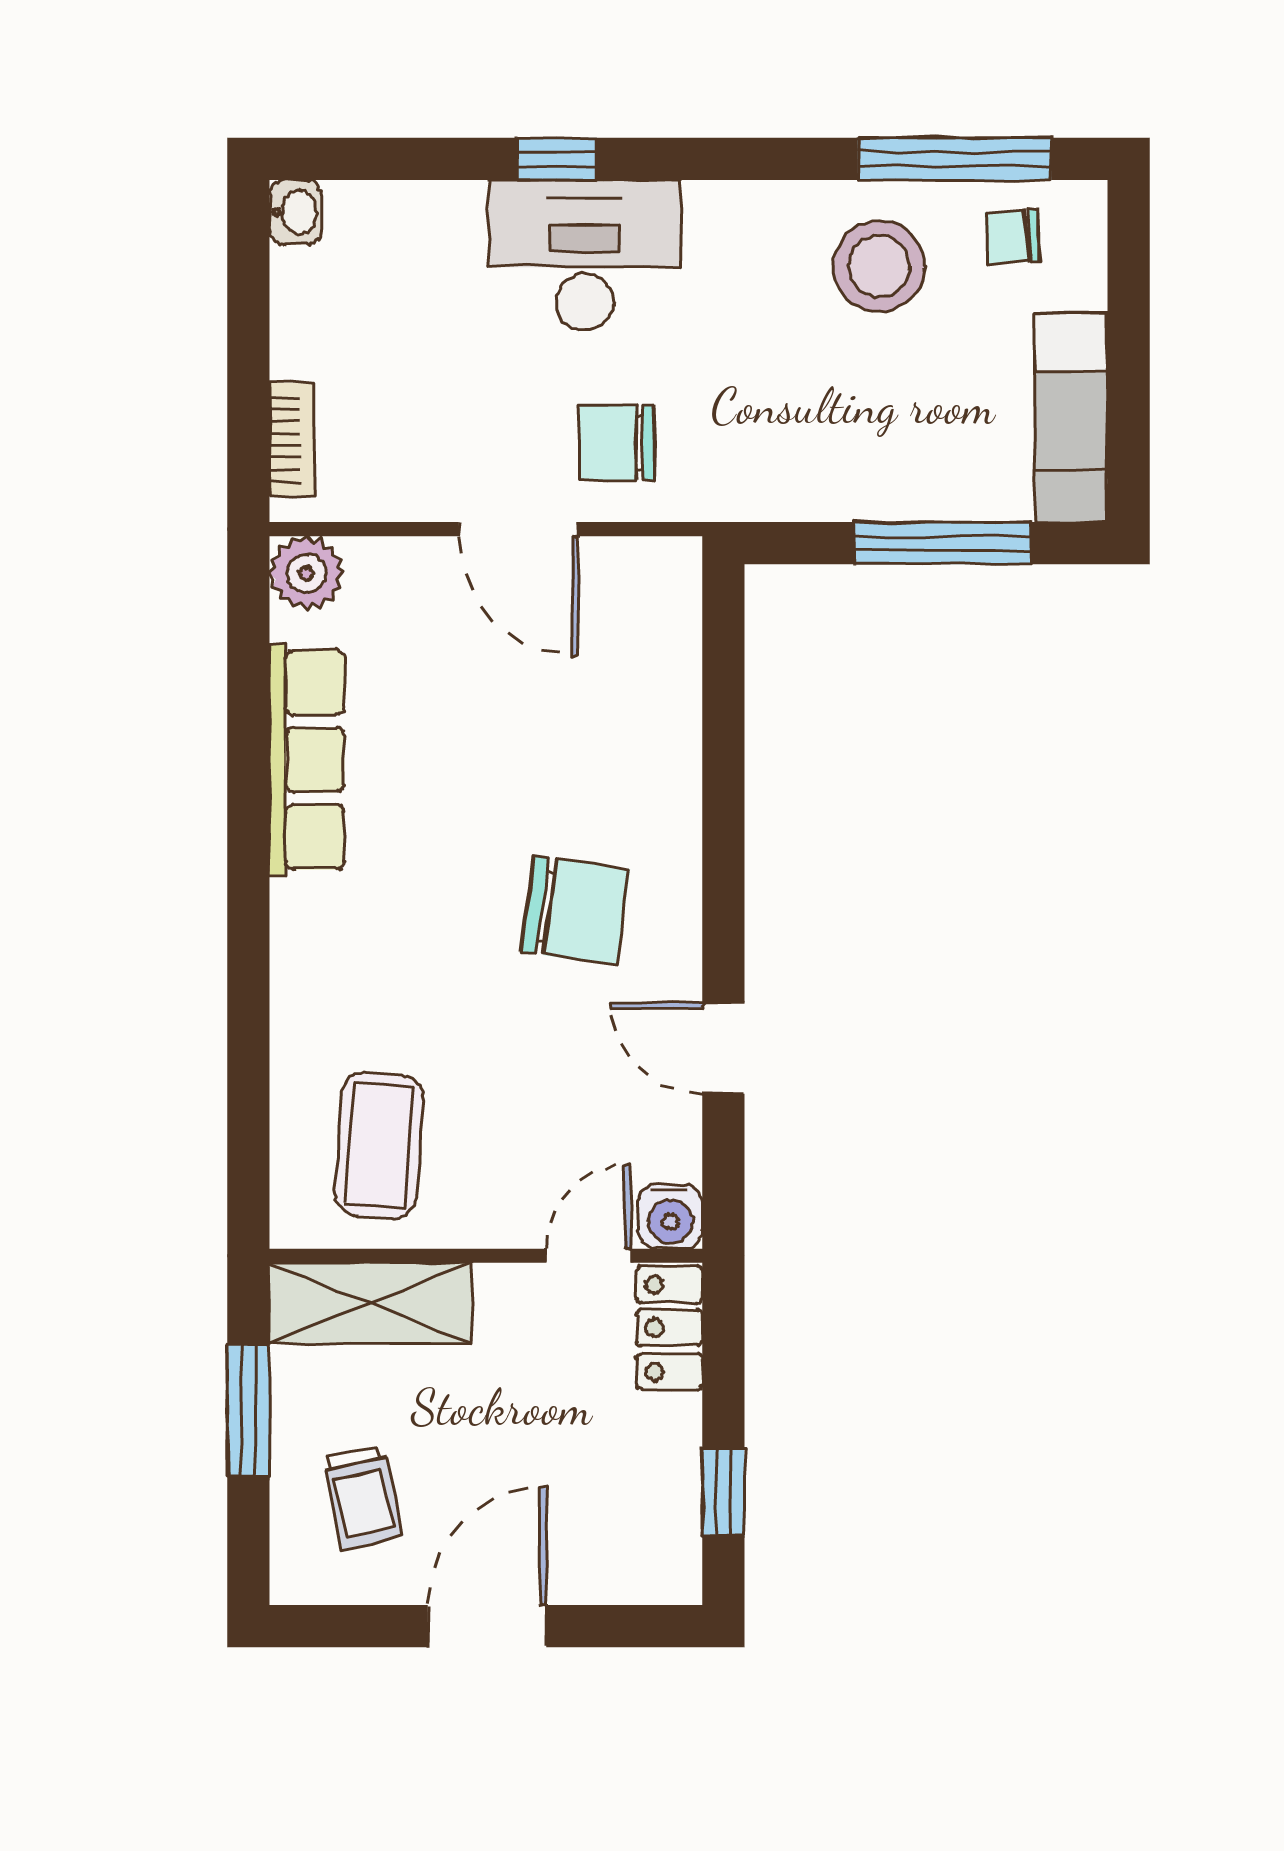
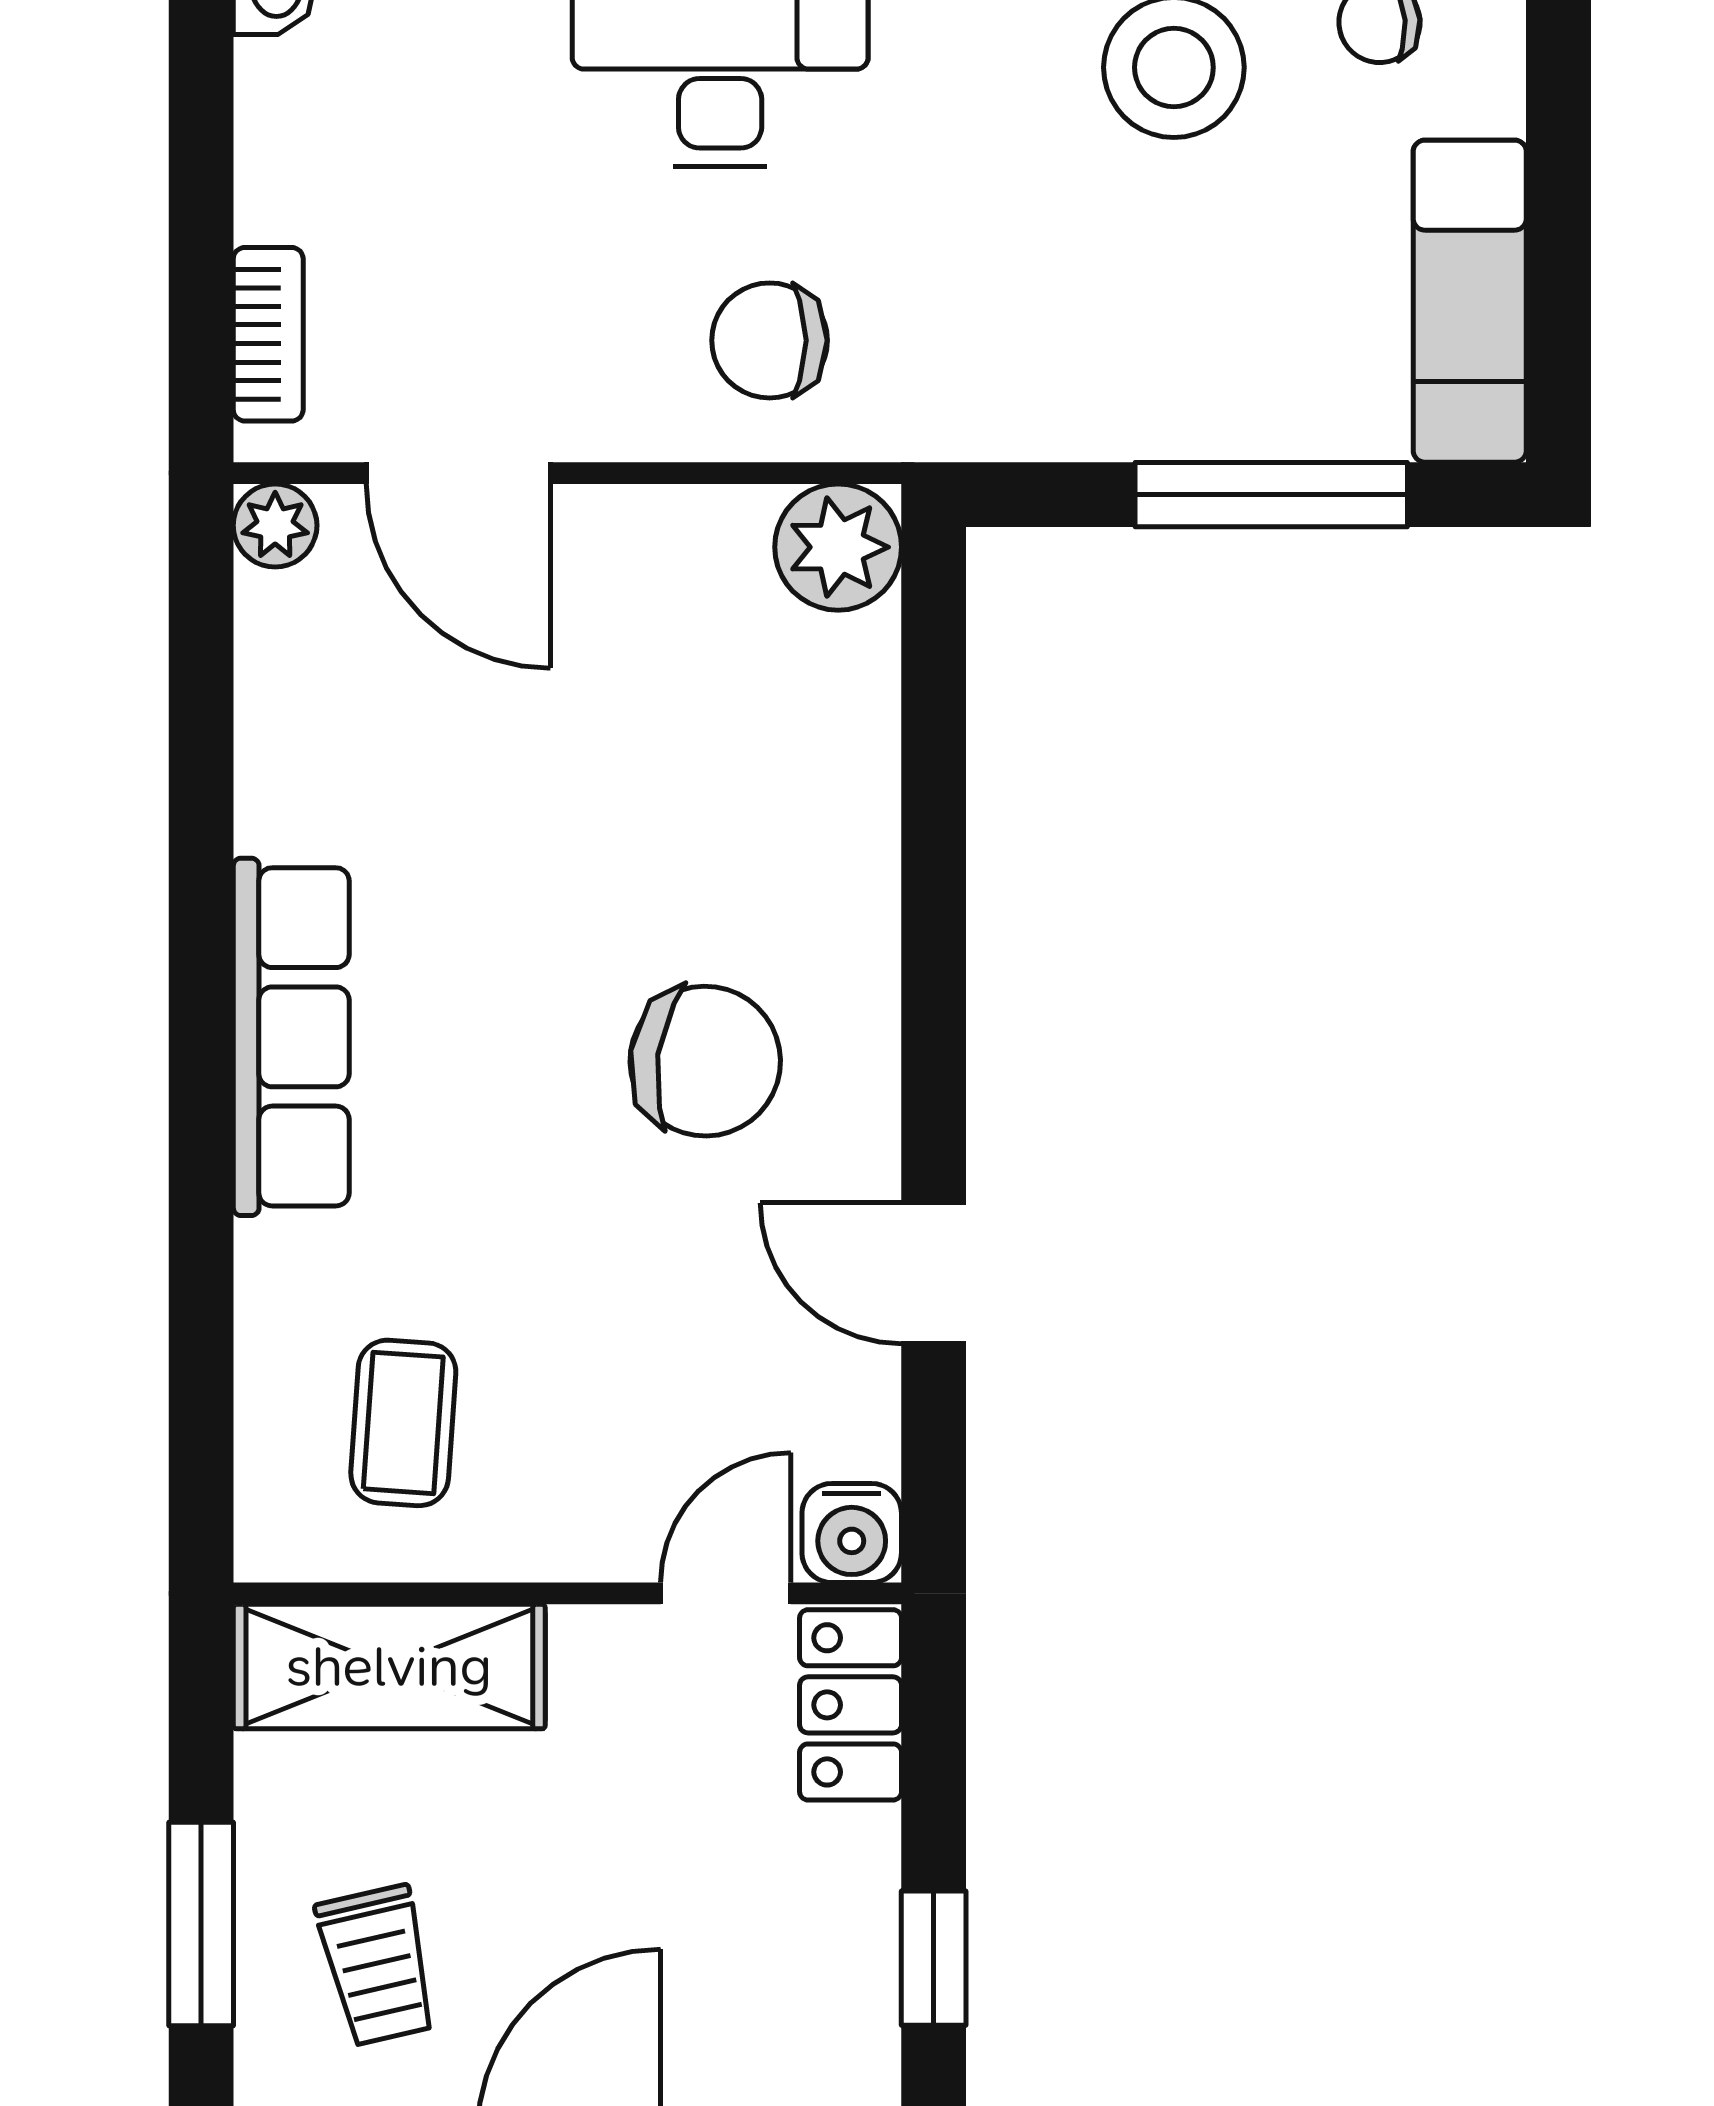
door: (518, 529) -> (458, 473), moved
plant: (306, 573) -> (275, 525), width x0.73, depth x0.73
plant: (661, 577) -> (838, 547), added
row of seats: (307, 760) -> (291, 1037), moved
coffee table: (379, 1145) -> (403, 1423), width x0.73, depth x0.77
window: (248, 1411) -> (201, 1924), moved

